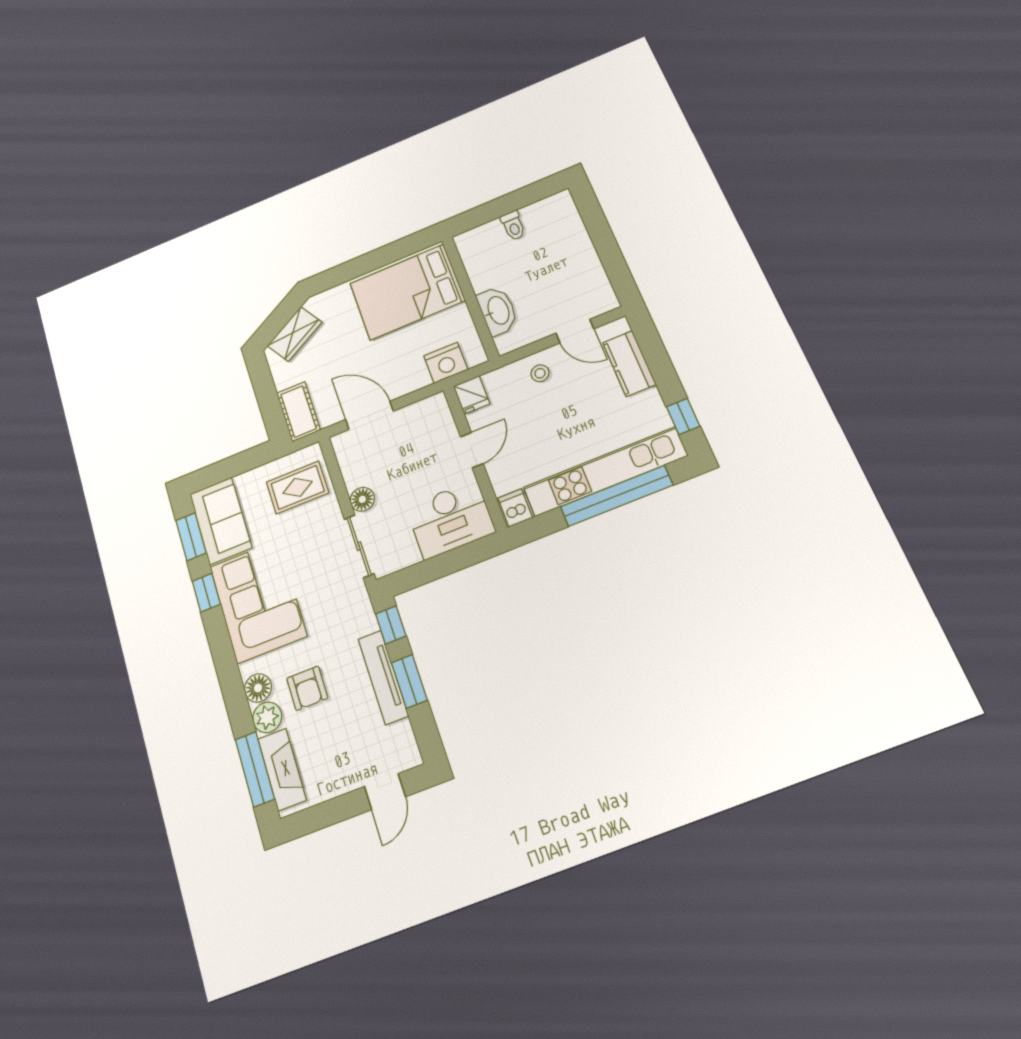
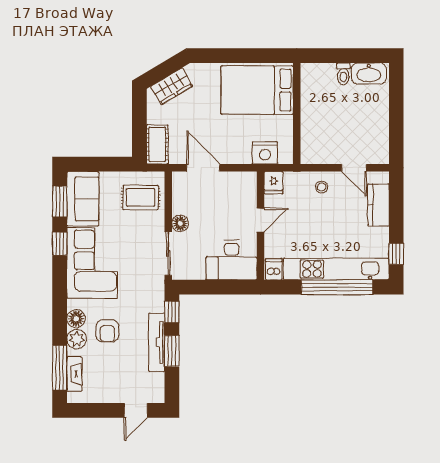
washbasin: (498, 311) -> (369, 73), moved, turned 90
fireplace: (282, 769) -> (74, 374), width x0.73, depth x0.76

